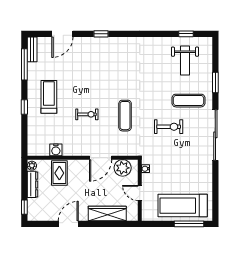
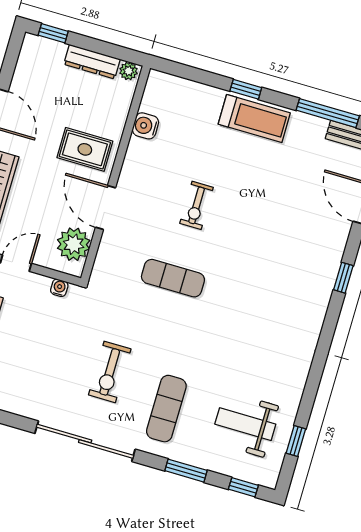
window: (215, 53) -> (243, 487), added
treadmill: (49, 97) -> (254, 119), moved
exercise bike: (169, 127) -> (110, 372), moved
rug: (59, 173) -> (85, 149), moved

